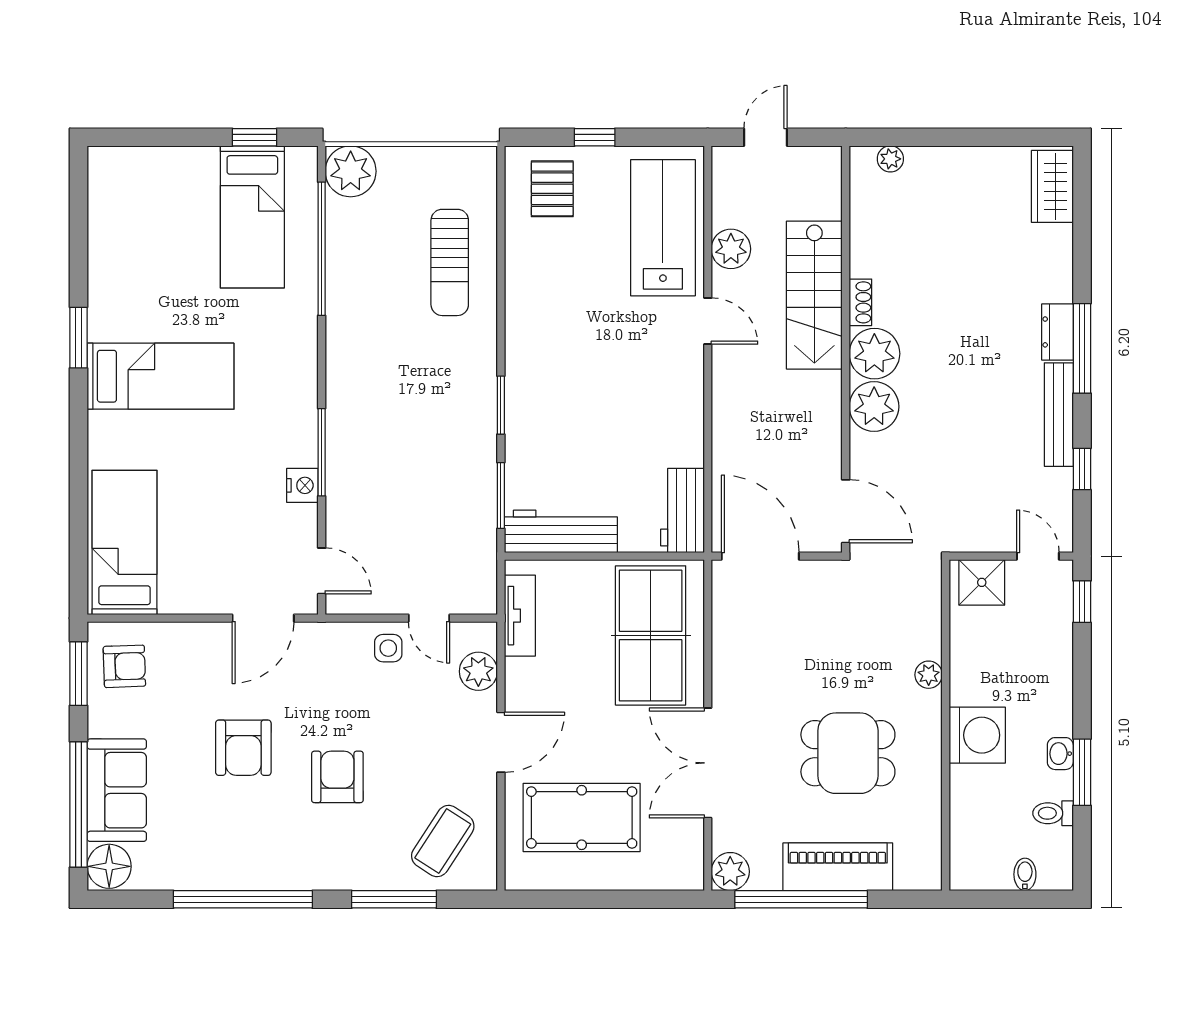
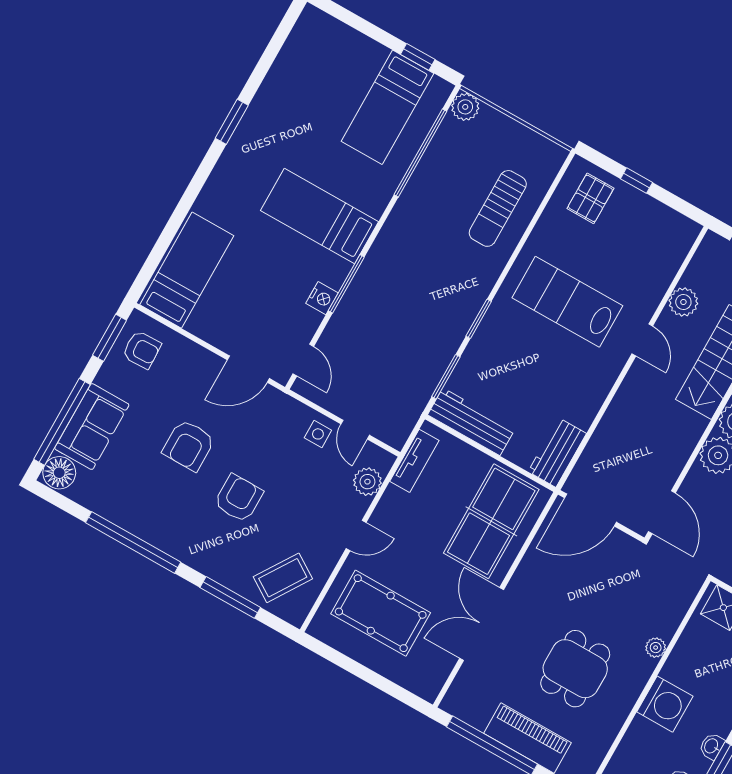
plant: (351, 171) -> (465, 107), width x0.73, depth x0.73
lab bench: (663, 228) -> (567, 302), moved, turned -90
bed: (161, 376) -> (319, 216), moved, turned 180
door: (760, 556) -> (590, 510), swing flipped
door: (501, 742) -> (356, 535), width x0.73
dining table: (848, 753) -> (575, 669), turned 90
plant: (730, 872) -> (457, 702), removed

